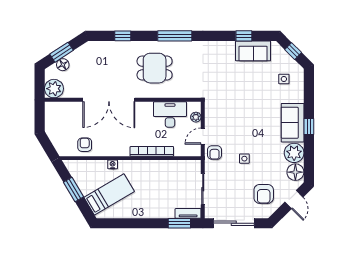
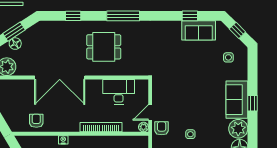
plant: (196, 117) -> (143, 127), moved
armchair: (215, 153) -> (162, 128), turned 180

